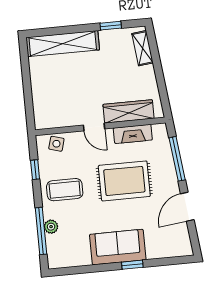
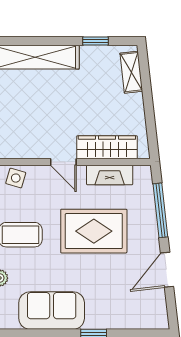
sofa: (118, 247) -> (52, 311), moved

